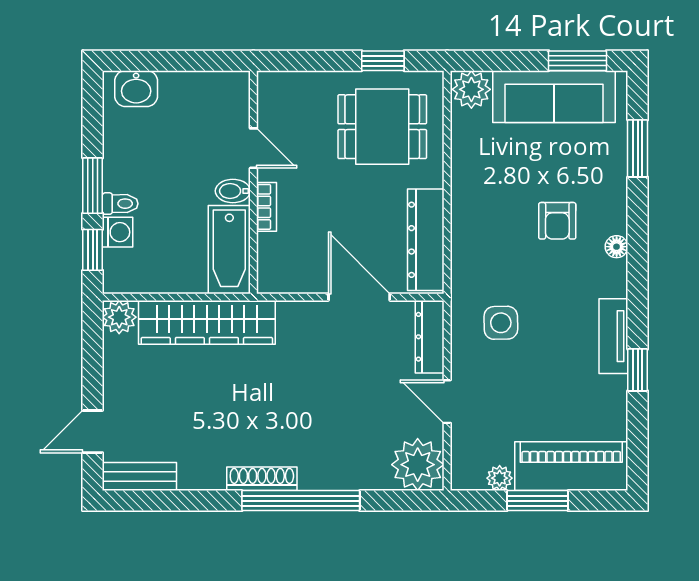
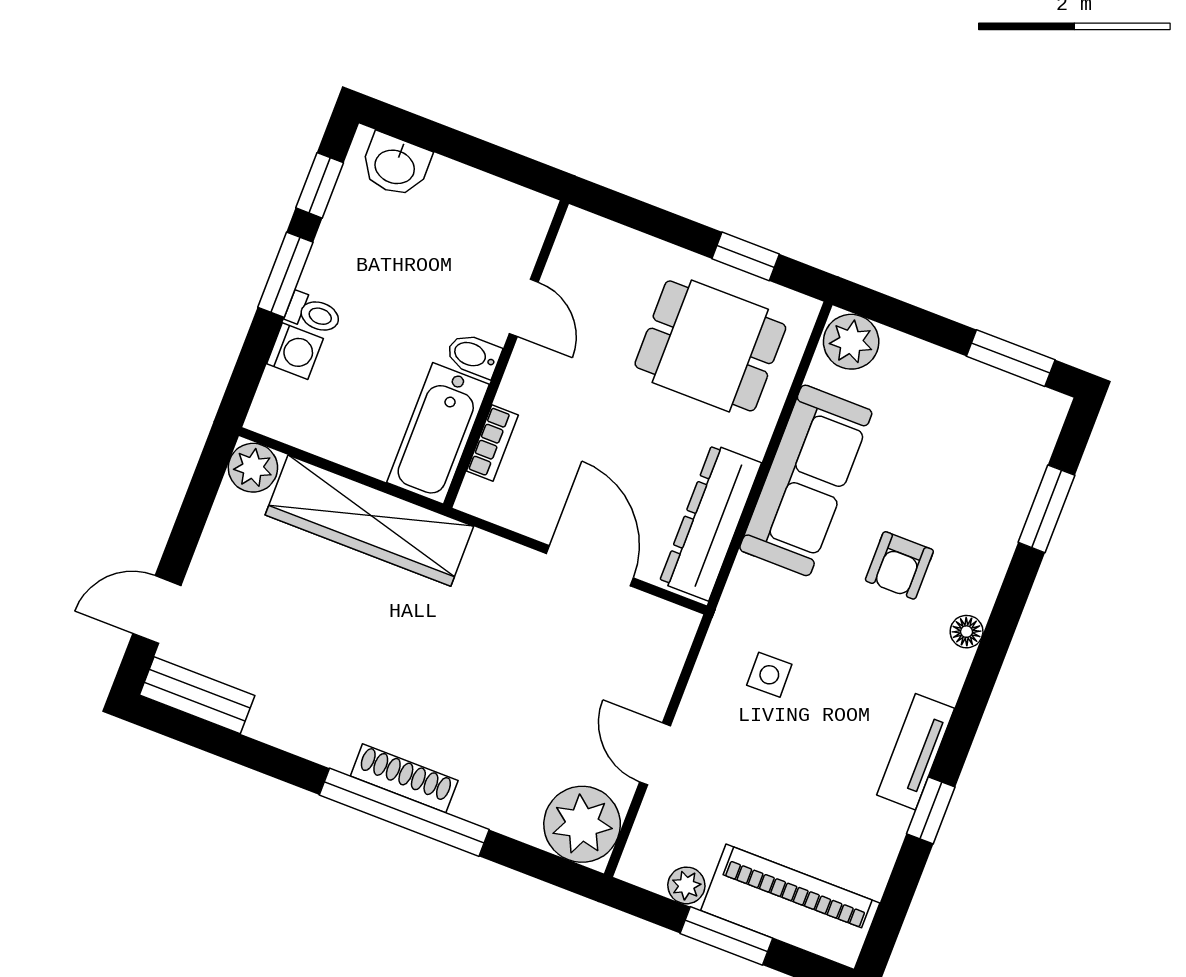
sofa: (554, 97) -> (806, 480), moved, turned -90
bookcase: (266, 207) -> (492, 443), moved
window: (93, 250) -> (320, 185), moved
side table: (501, 323) -> (769, 675), width x0.73, depth x0.73
dresser: (430, 337) -> (665, 657), removed
shoe rack: (262, 479) -> (404, 778), moved

